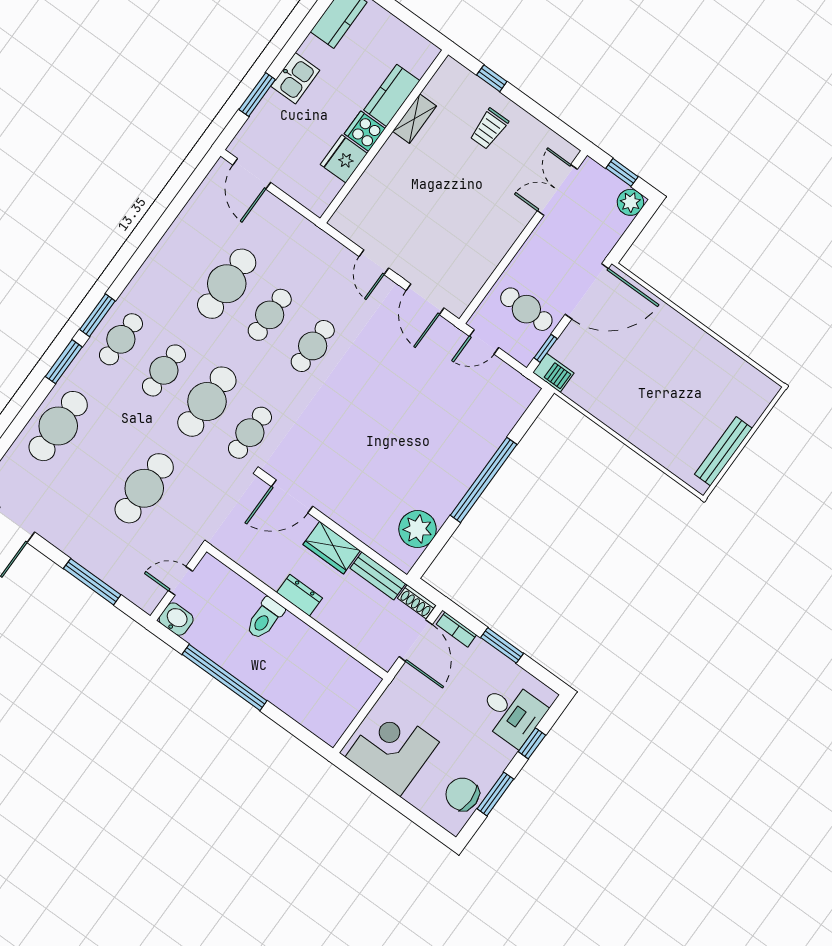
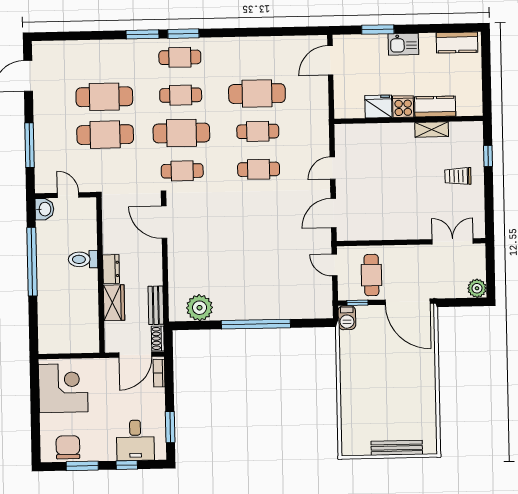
window: (622, 172) -> (490, 271), removed
cafe table: (58, 426) -> (104, 97), moved
bench: (723, 451) -> (397, 448), moved
wardrobe: (332, 548) -> (114, 303), moved, turned 180
window: (502, 645) -> (170, 427), moved

